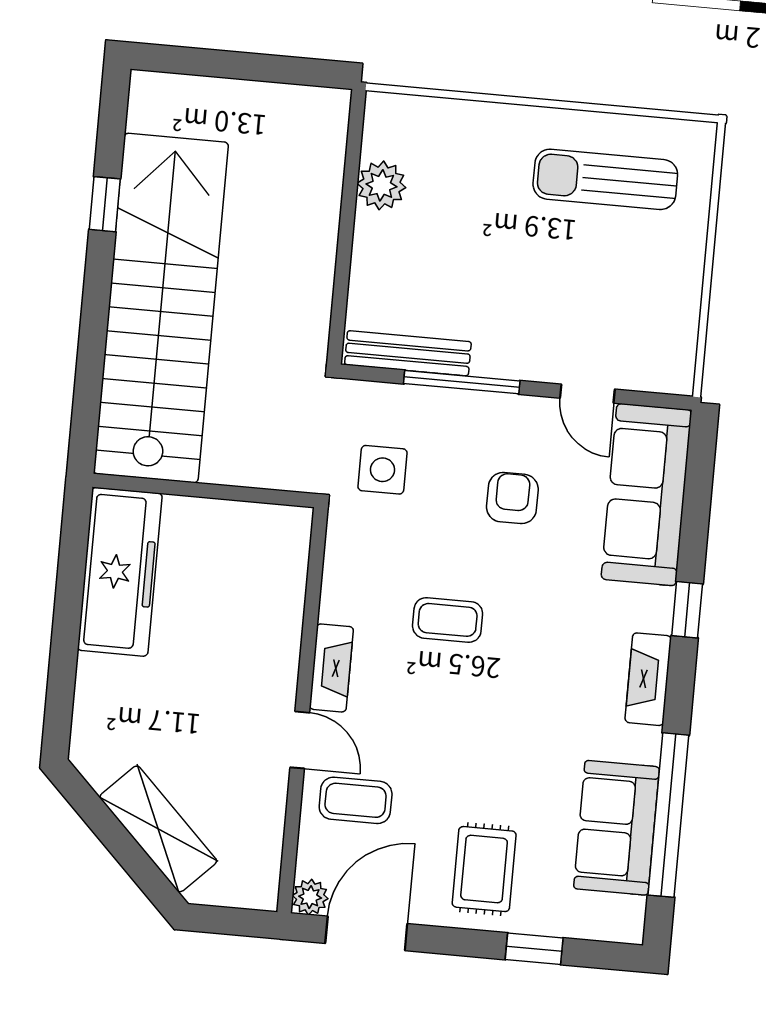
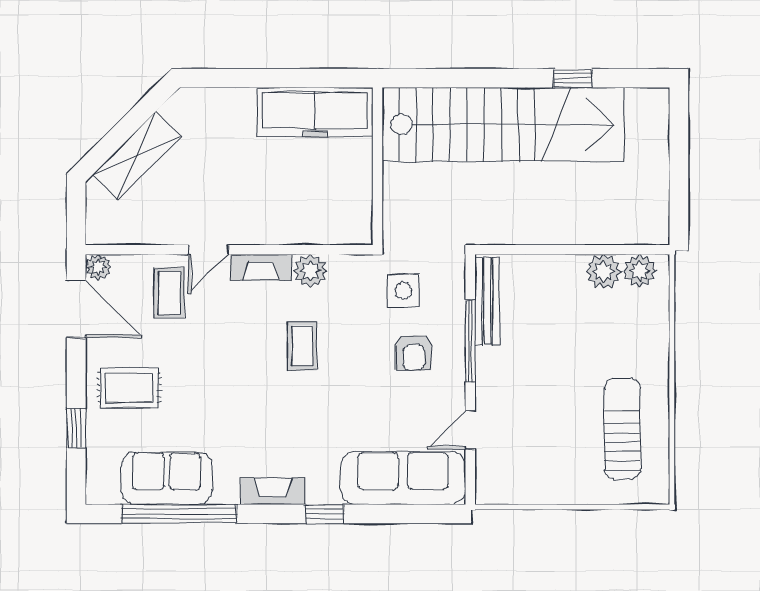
plant: (385, 134) -> (640, 271), added
armchair: (512, 498) -> (414, 353), moved, turned 90
plant: (343, 599) -> (310, 271), added

